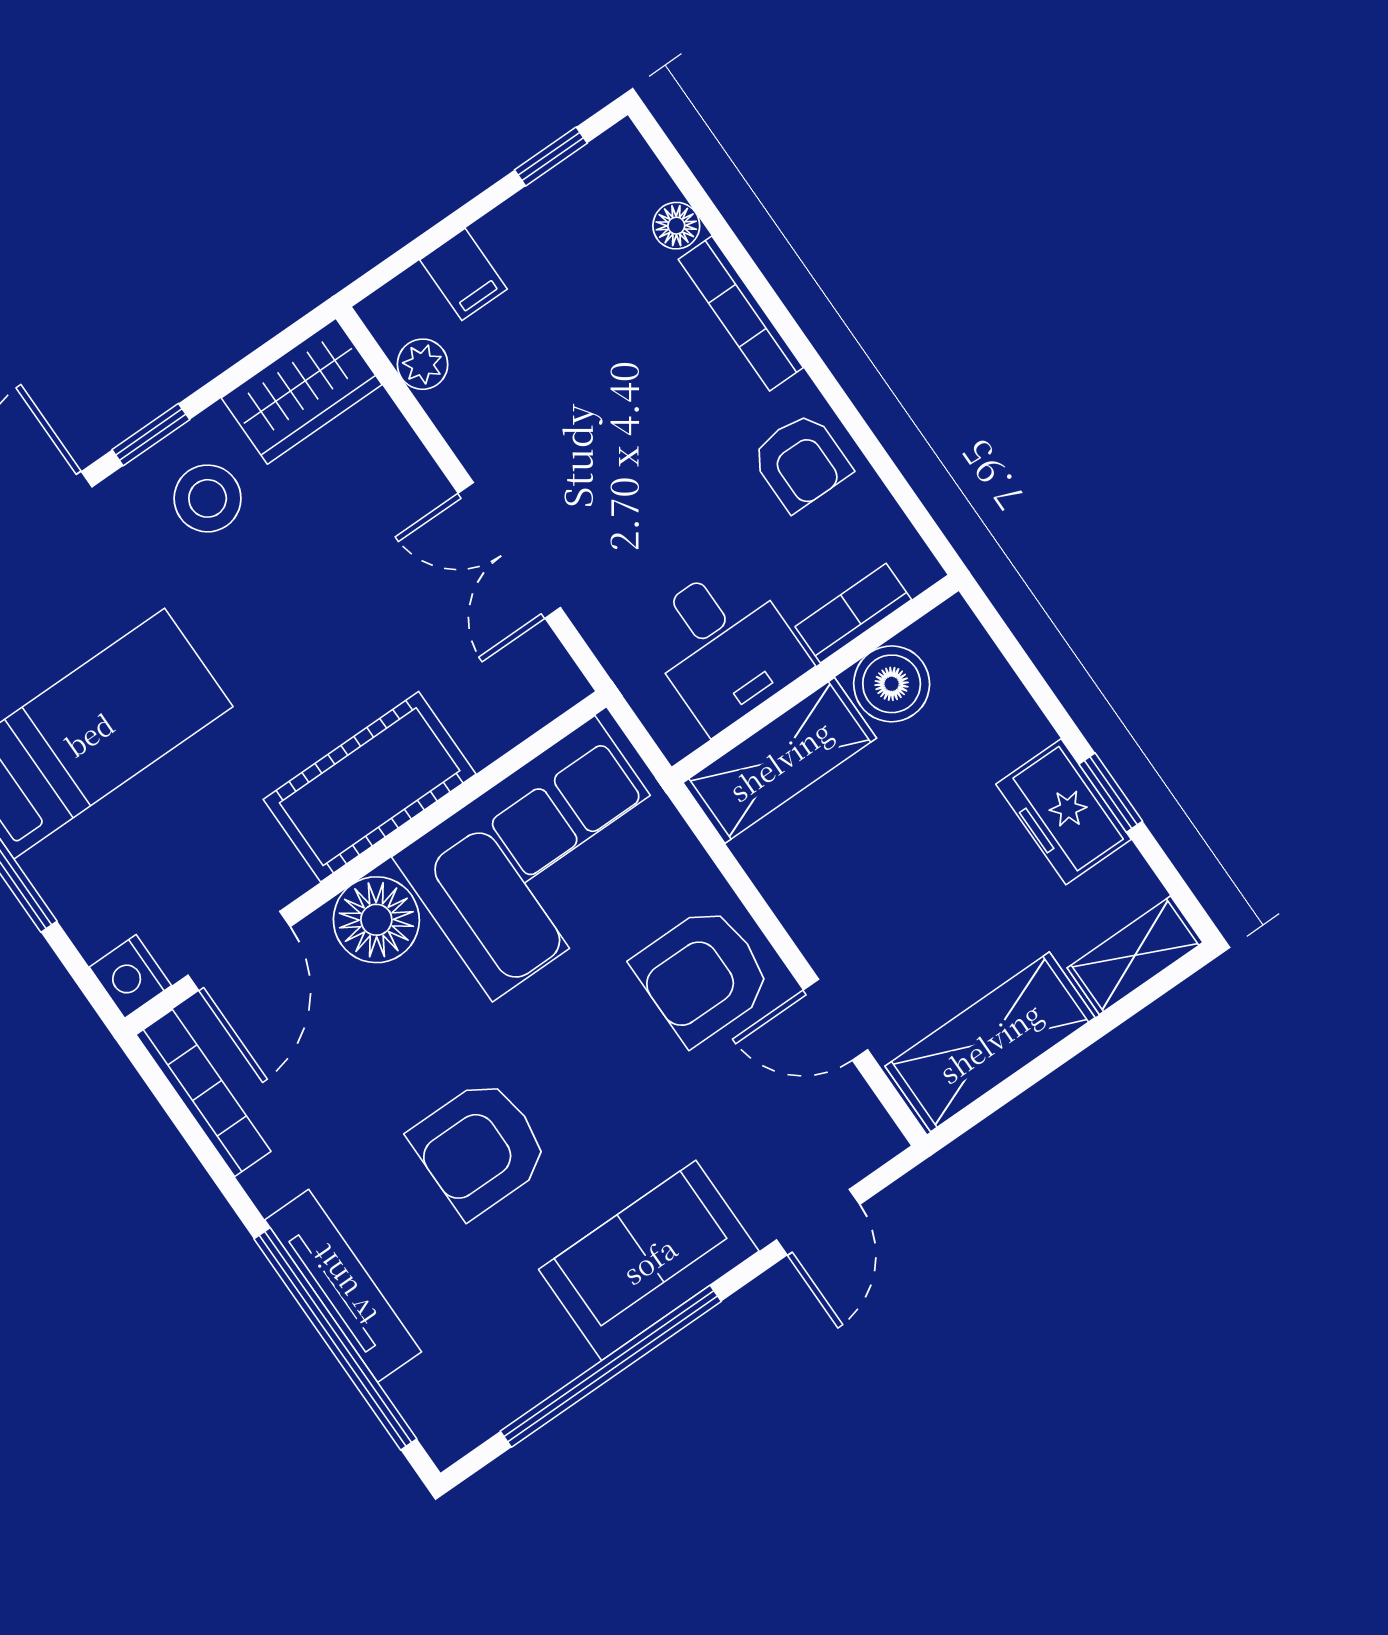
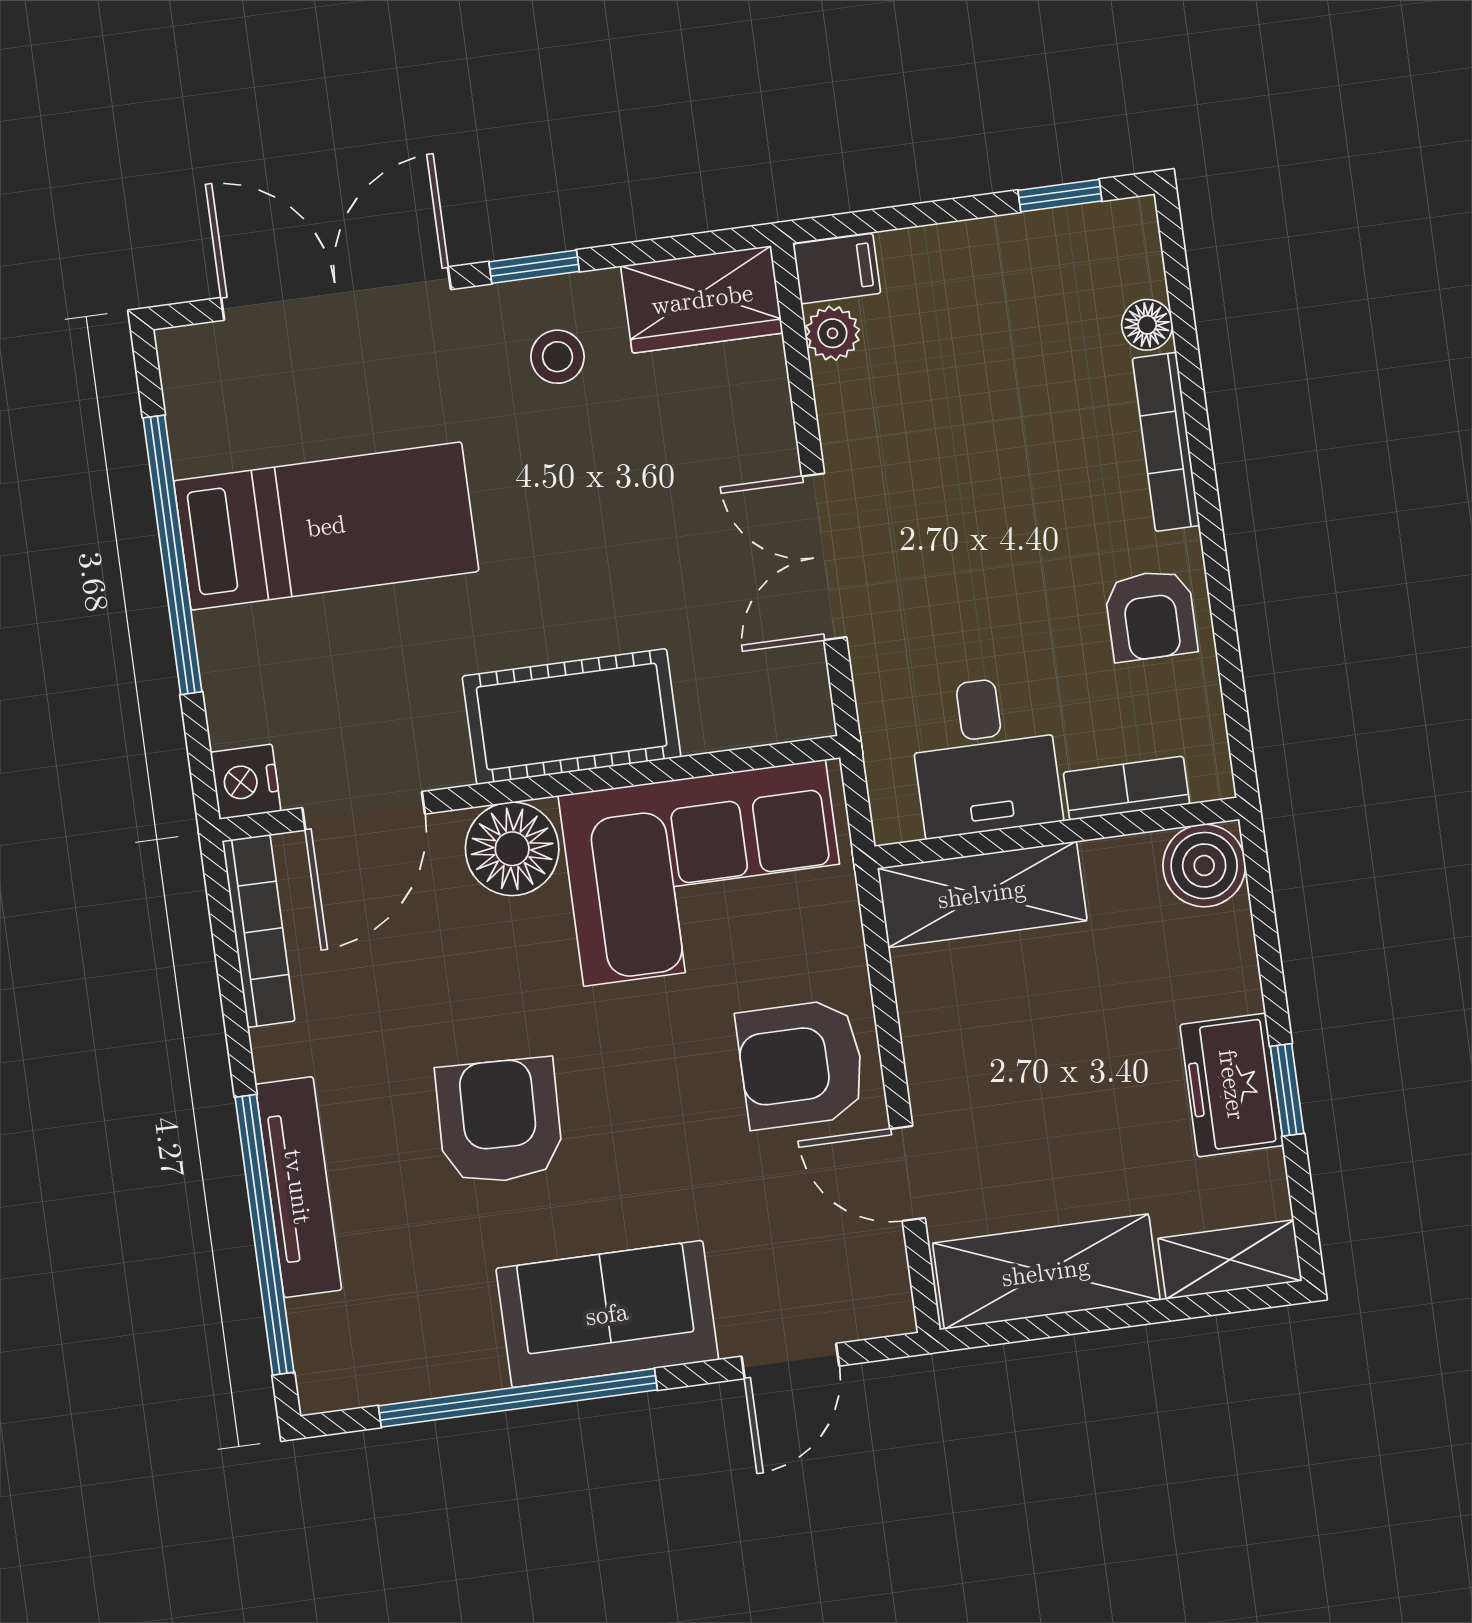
filing cabinet: (464, 274) -> (837, 269), moved, turned -90
stool: (208, 498) -> (557, 357), width x0.73, depth x0.73
boiler: (892, 684) -> (1204, 865), moved
armchair: (480, 1148) -> (499, 1121), turned 92

